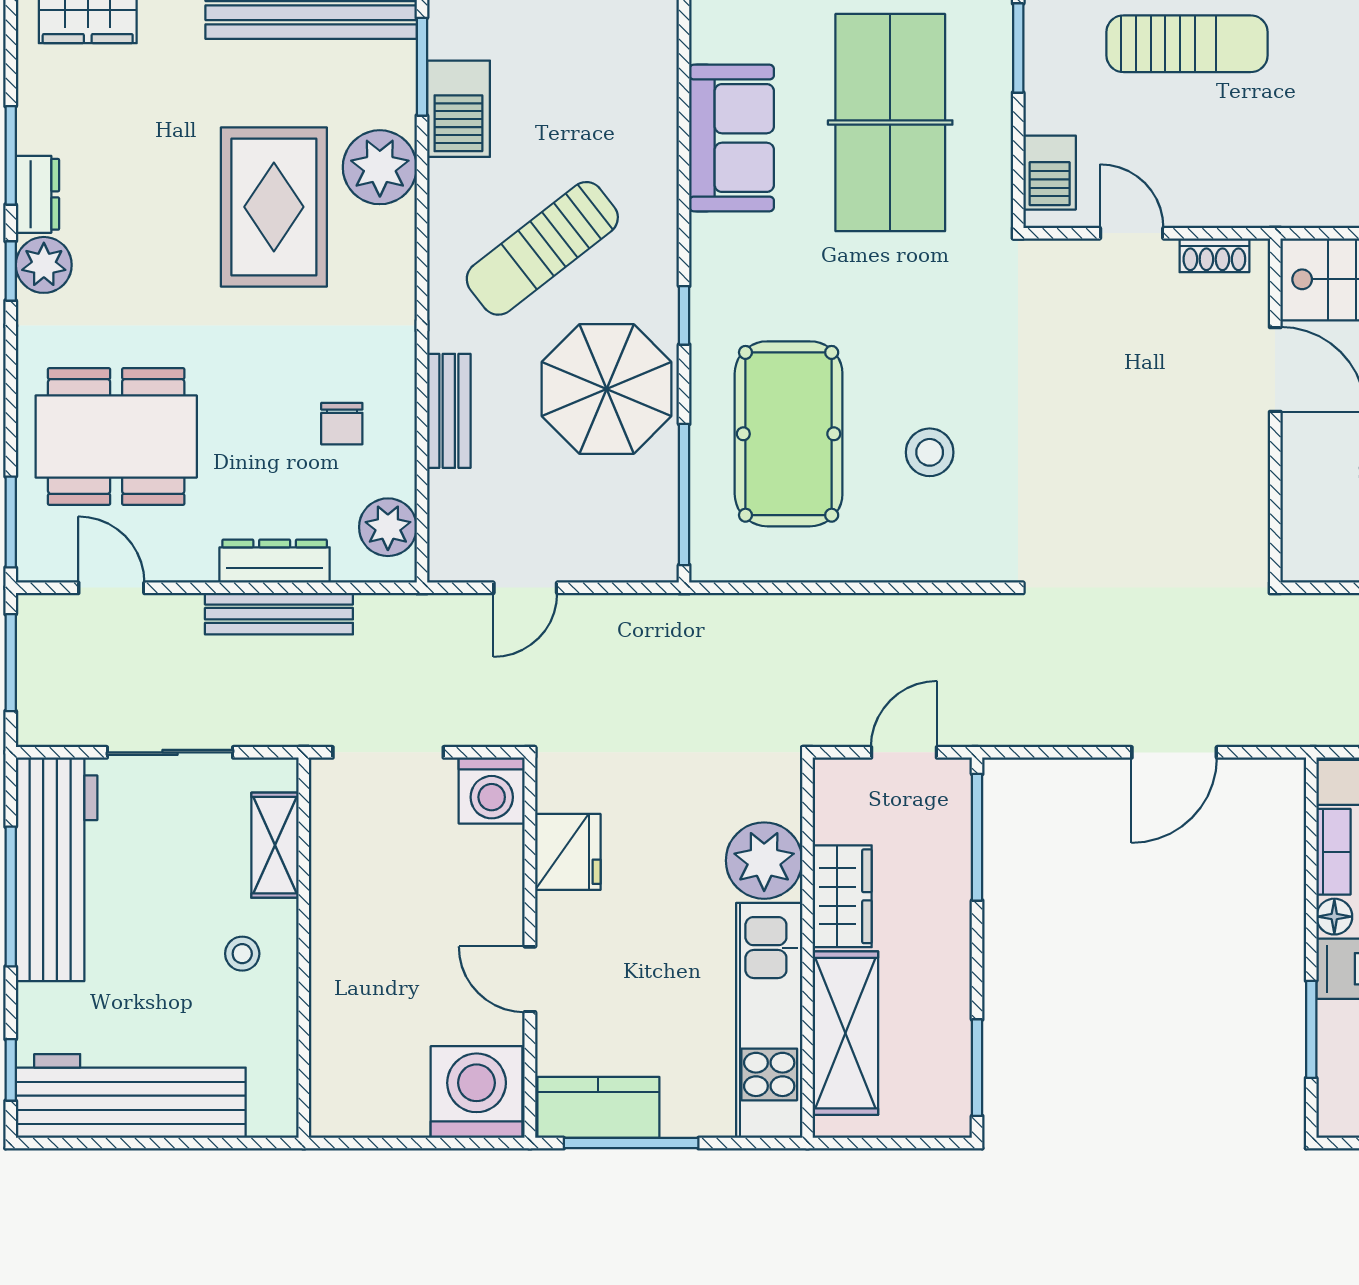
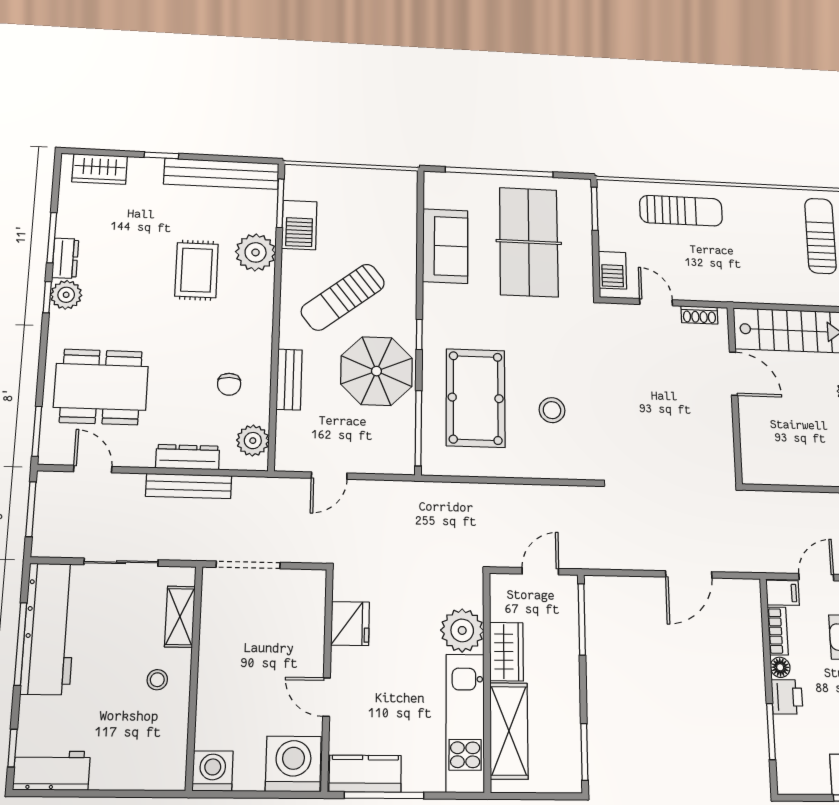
rug: (274, 207) -> (197, 270), width x0.73, depth x0.70
washing machine: (492, 791) -> (213, 771), moved, turned 180
workbench: (131, 1096) -> (52, 771), width x0.53, depth x0.76

